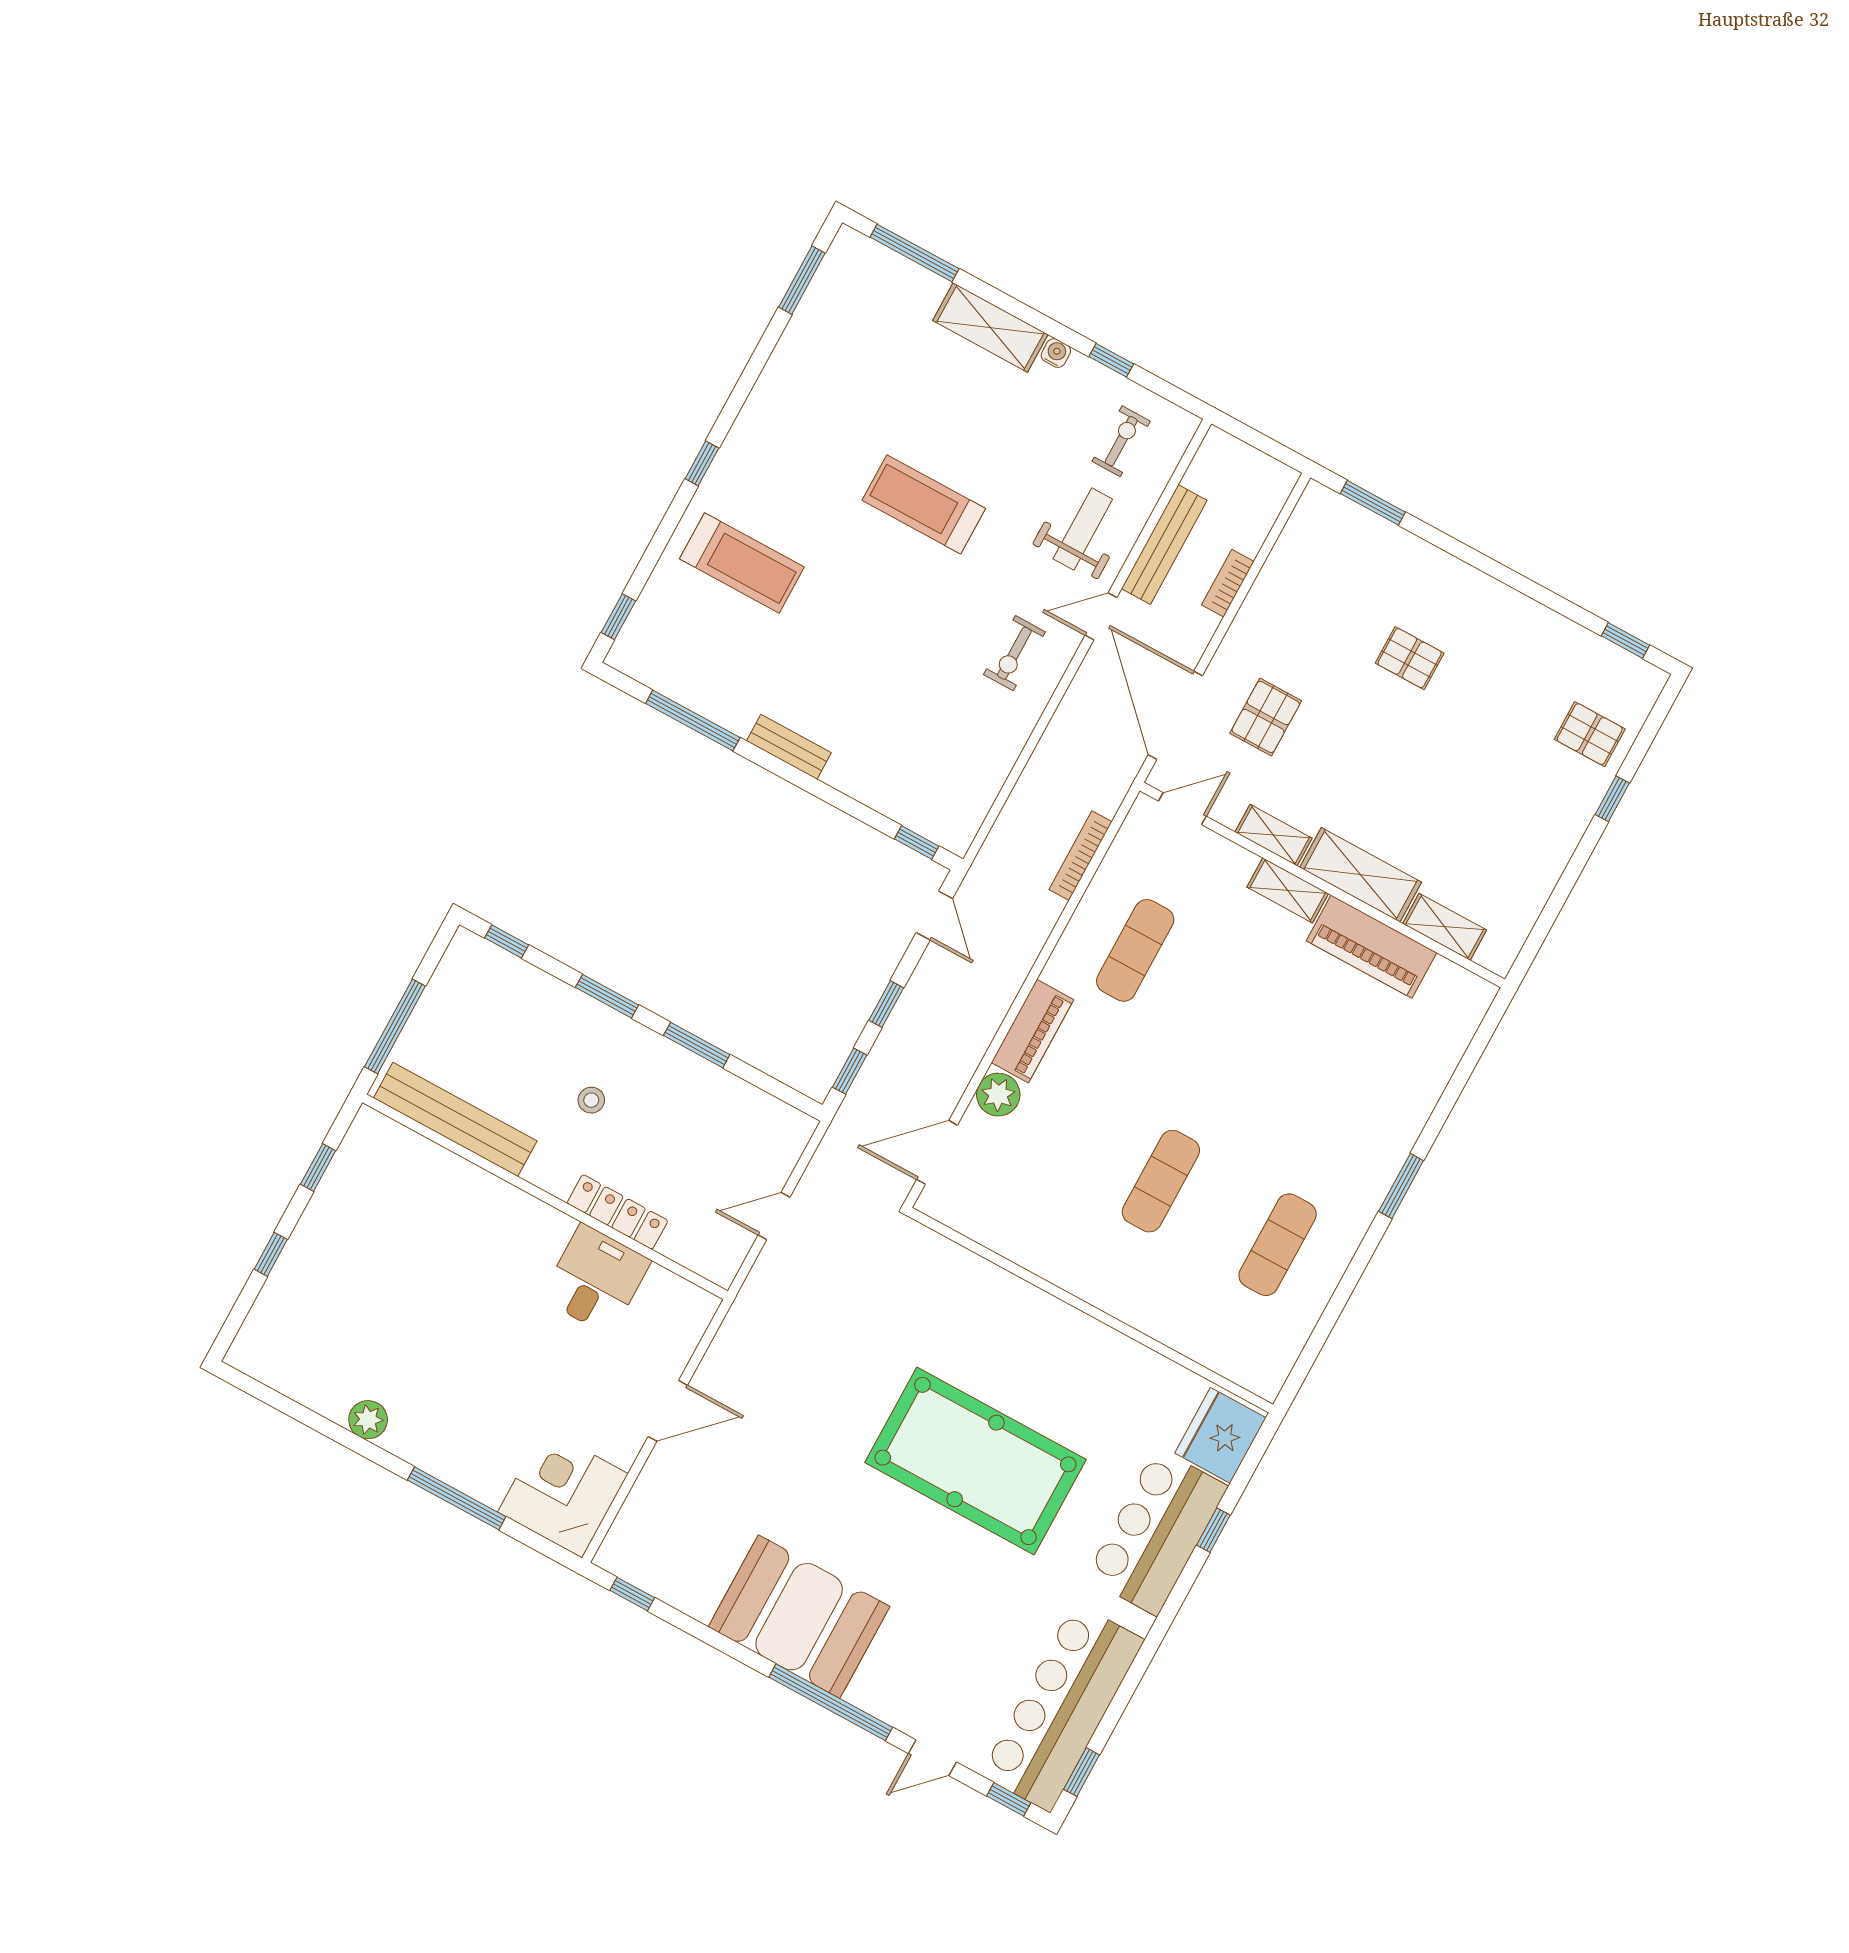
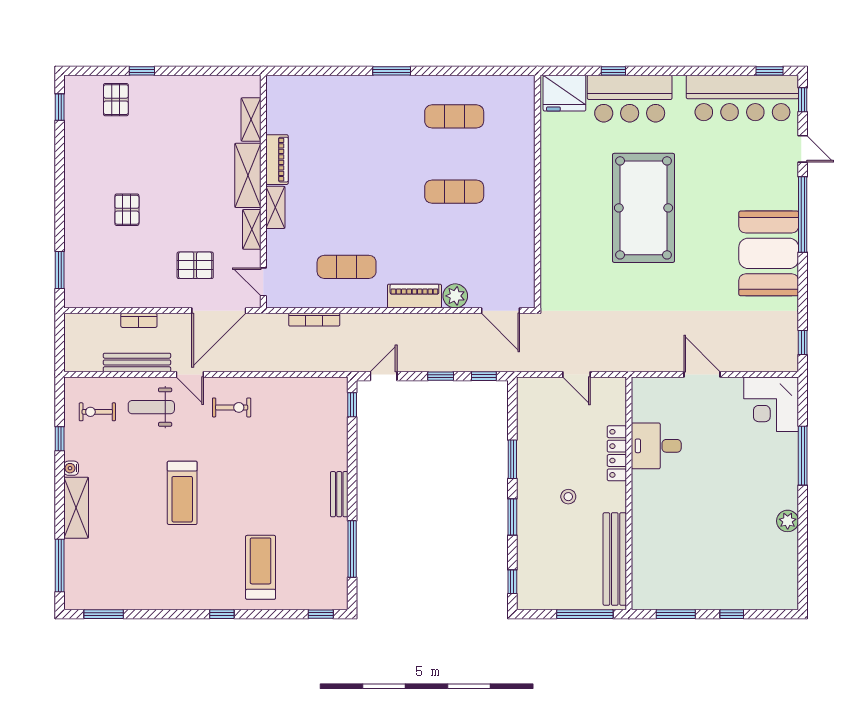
piano: (1371, 947) -> (277, 160), width x0.73, depth x0.75
window: (318, 1167) -> (676, 614), width x1.50

